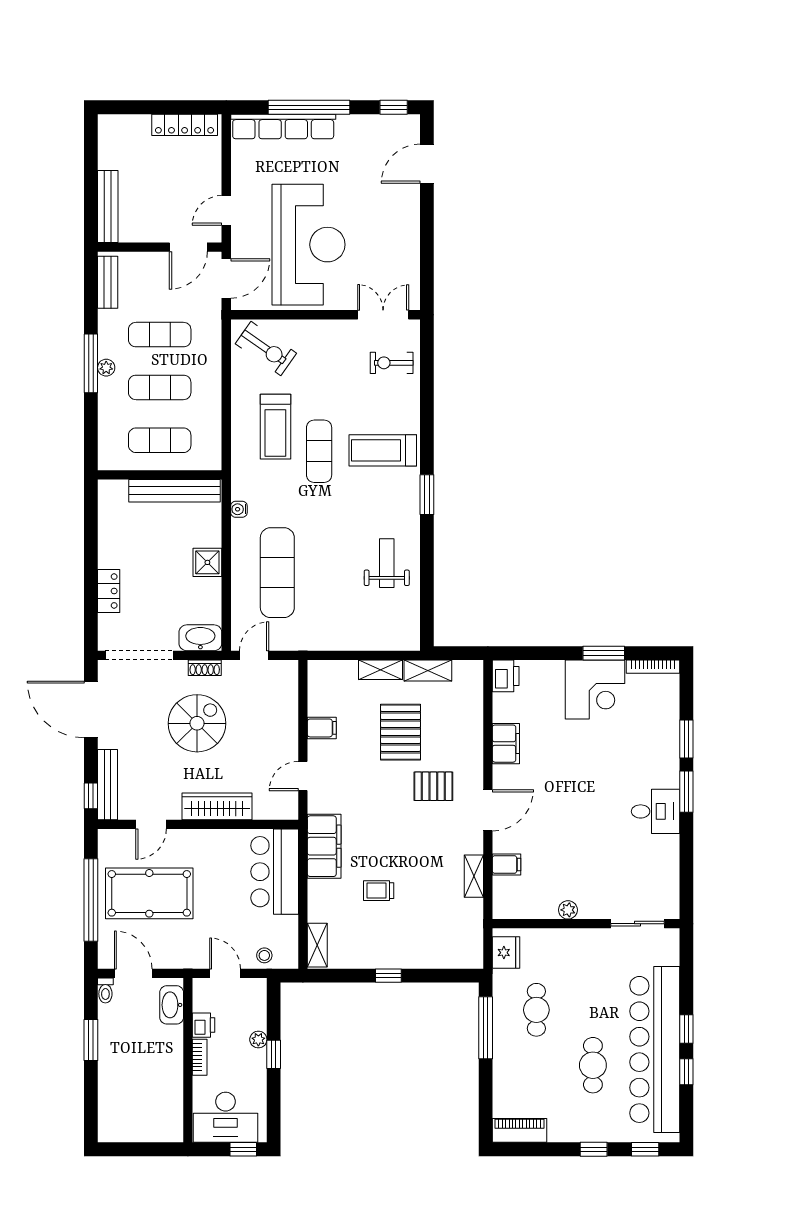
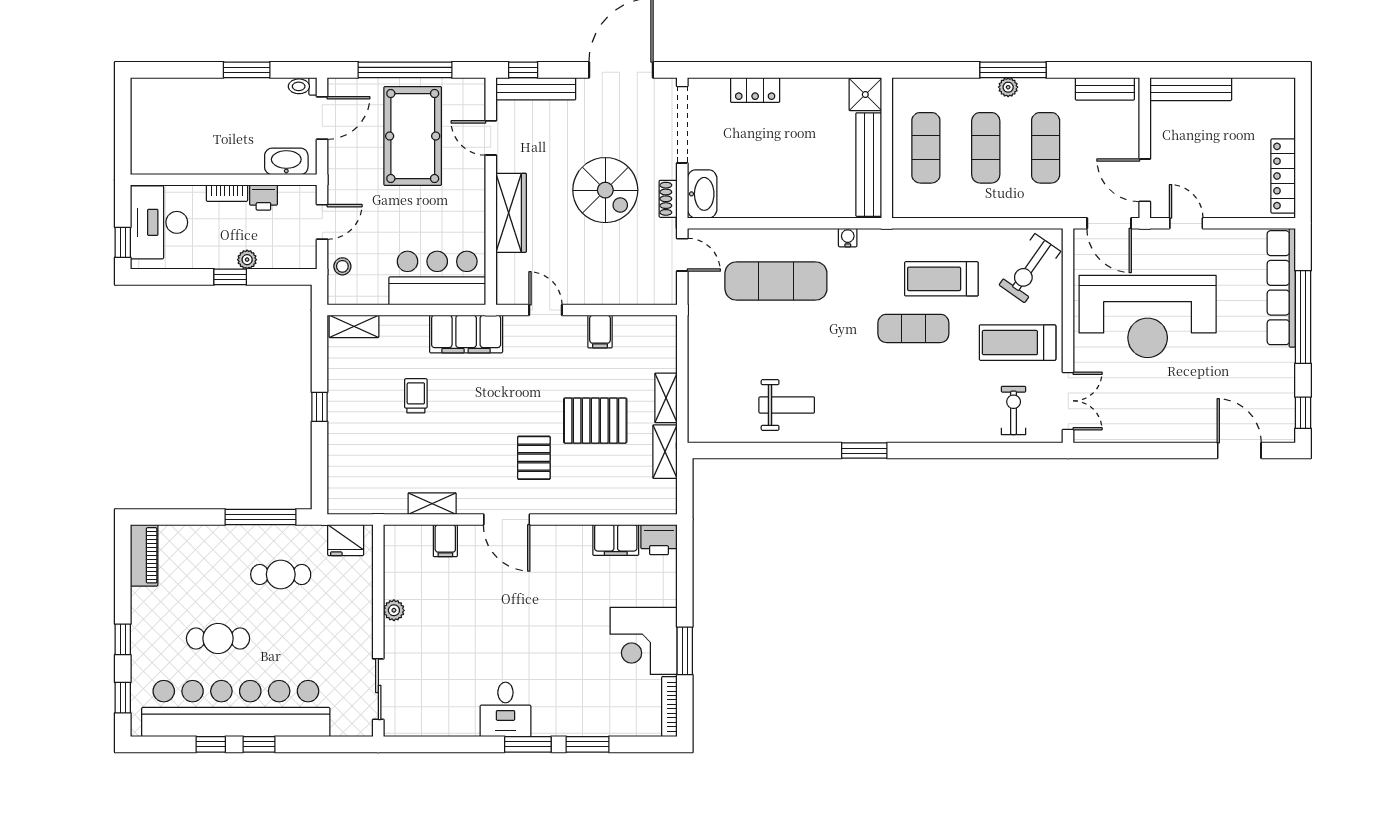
treadmill: (383, 450) -> (1018, 343), moved, turned -90
shower: (207, 562) -> (865, 95), moved
filing cabinet: (506, 744) -> (616, 540), moved

